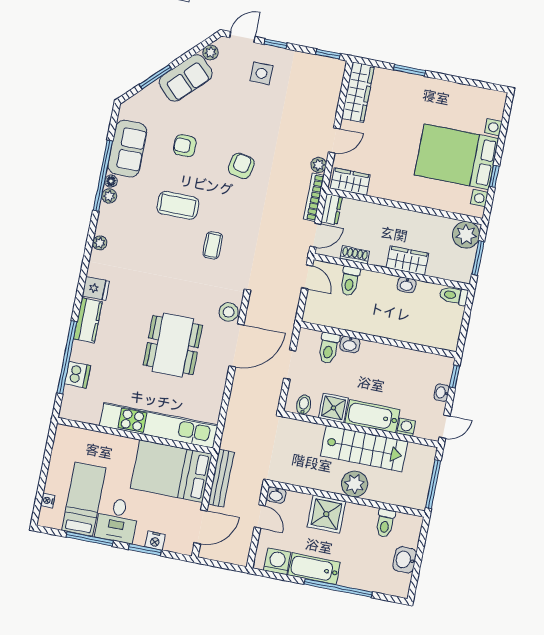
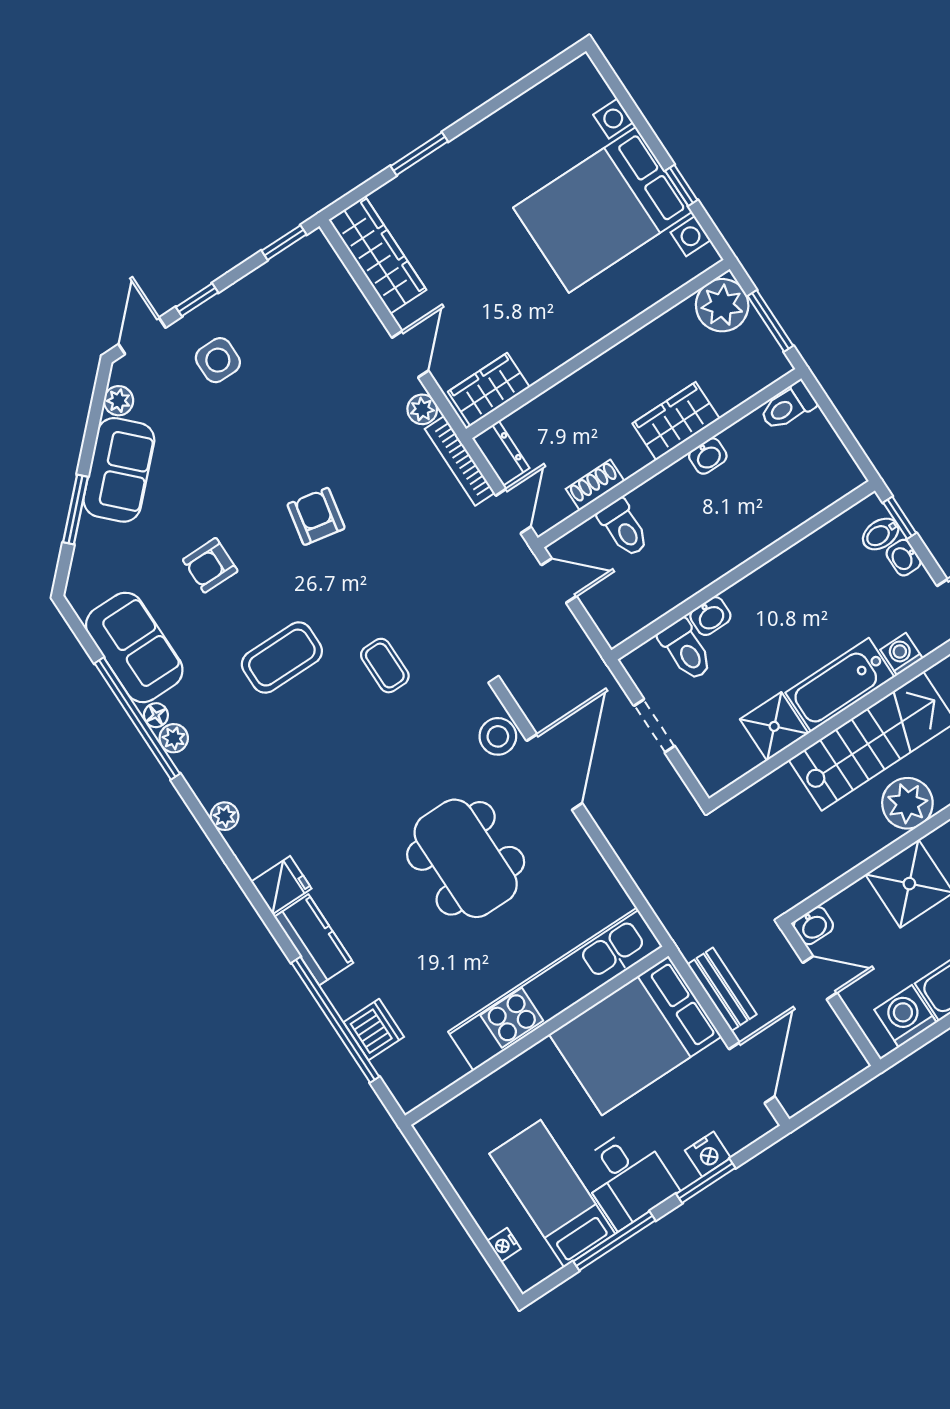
bidet: (304, 405) -> (881, 534), moved, turned -90
bench: (221, 478) -> (722, 989), width x0.73

